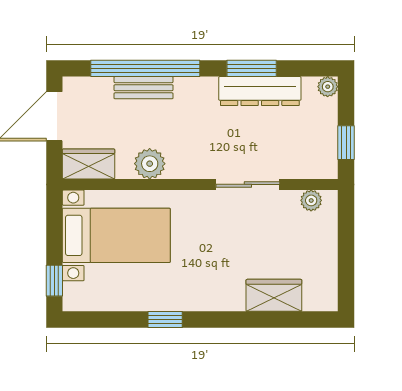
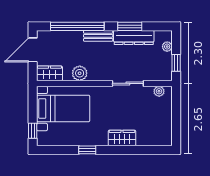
plant: (328, 87) -> (167, 47), moved
bench: (143, 88) -> (98, 36), moved
wardrobe: (274, 295) -> (122, 138), moved

